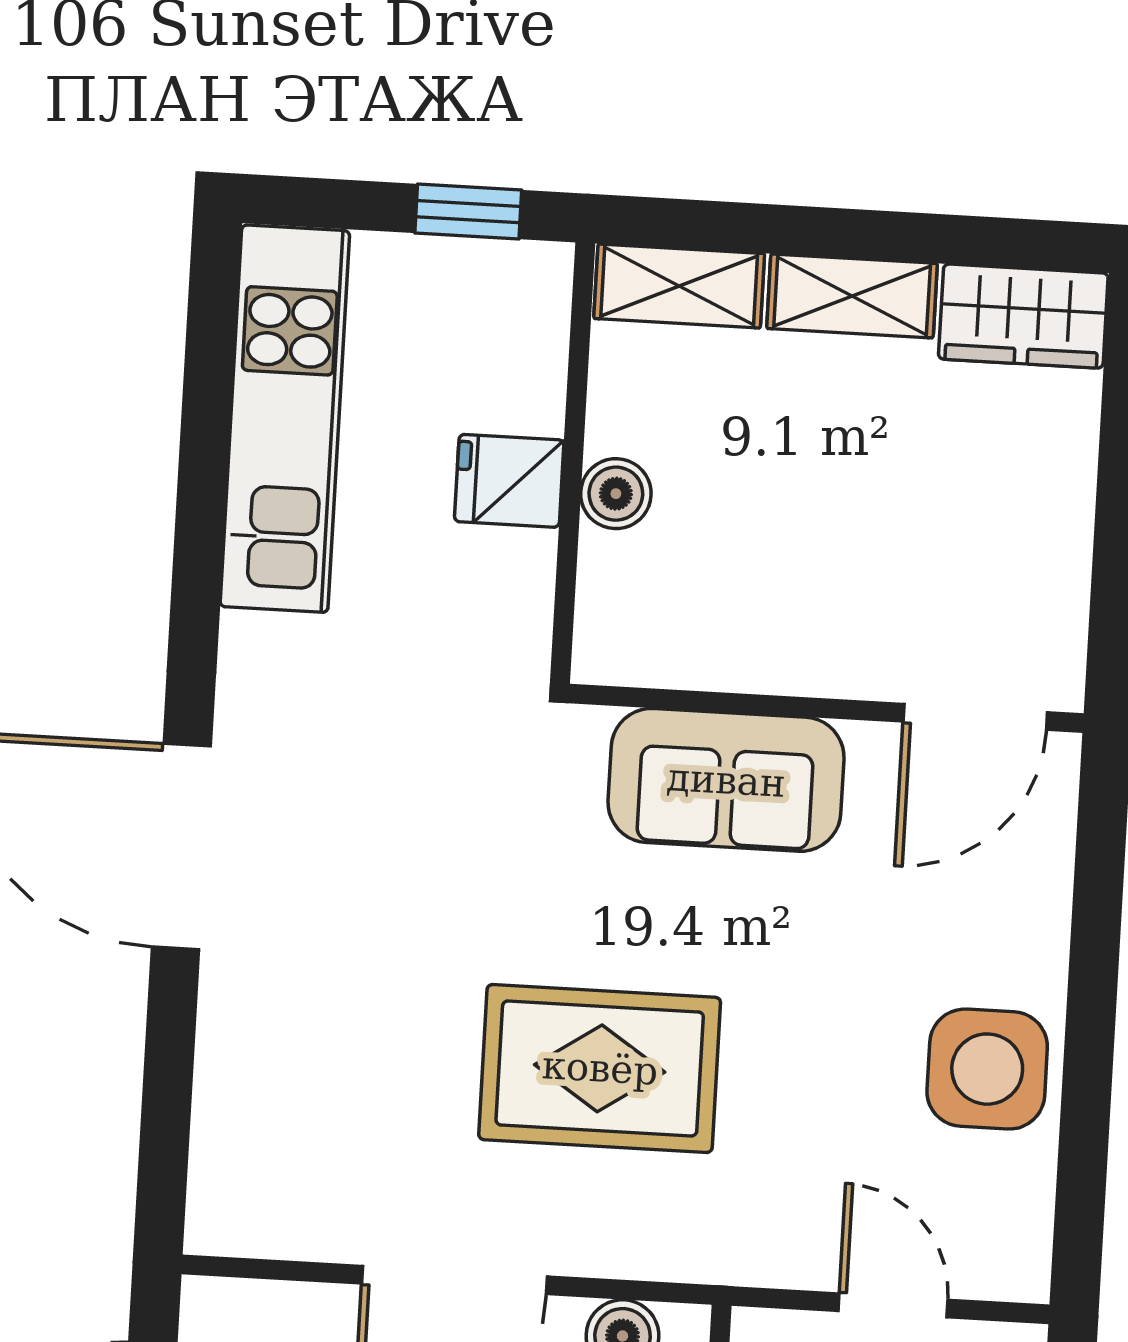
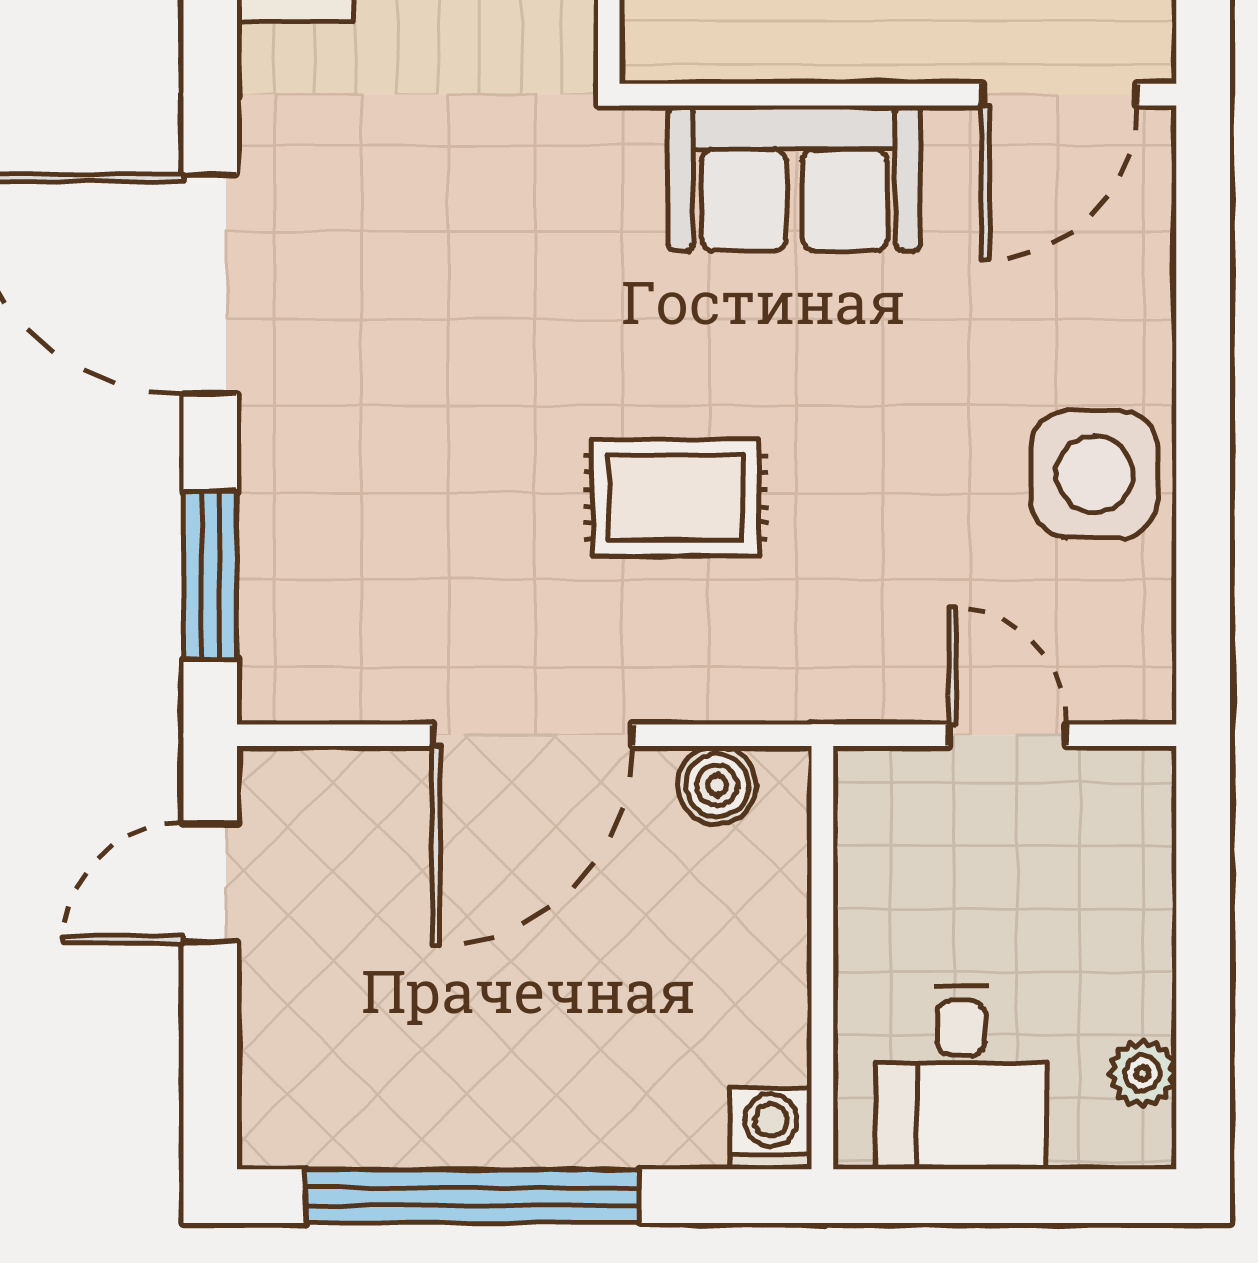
rug: (600, 1068) -> (676, 498), width x0.73, depth x0.70
window: (166, 1115) -> (210, 576), added

